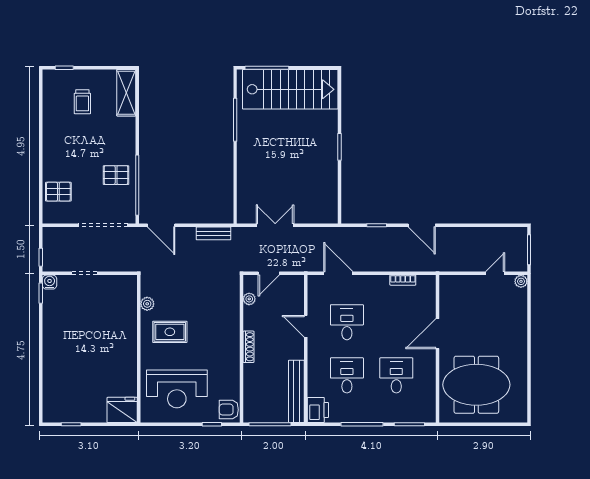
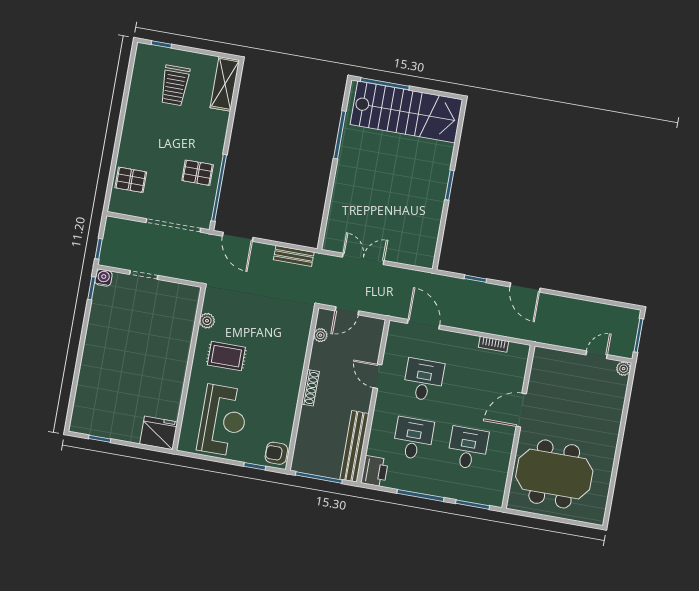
trolley: (82, 102) -> (175, 85), width x1.36, depth x1.39
reception desk: (177, 389) -> (223, 420), turned -90

